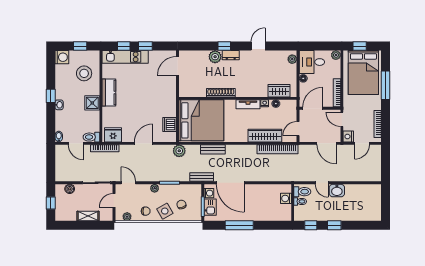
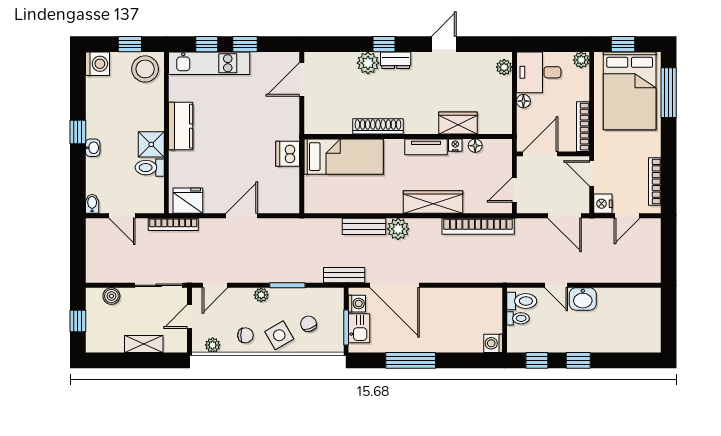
stool: (84, 73) -> (145, 69), moved
window: (385, 85) -> (669, 93), moved
wardrobe: (279, 91) -> (458, 123), moved
bed: (201, 120) -> (344, 157), width x0.49
dishwasher: (170, 125) -> (288, 154), moved
wardrobe: (265, 136) -> (433, 202), moved
toilet: (91, 137) -> (150, 168), moved
plant: (179, 151) -> (398, 229), moved
door: (128, 183) -> (215, 285), swing flipped
washing machine: (286, 198) -> (493, 343), moved

